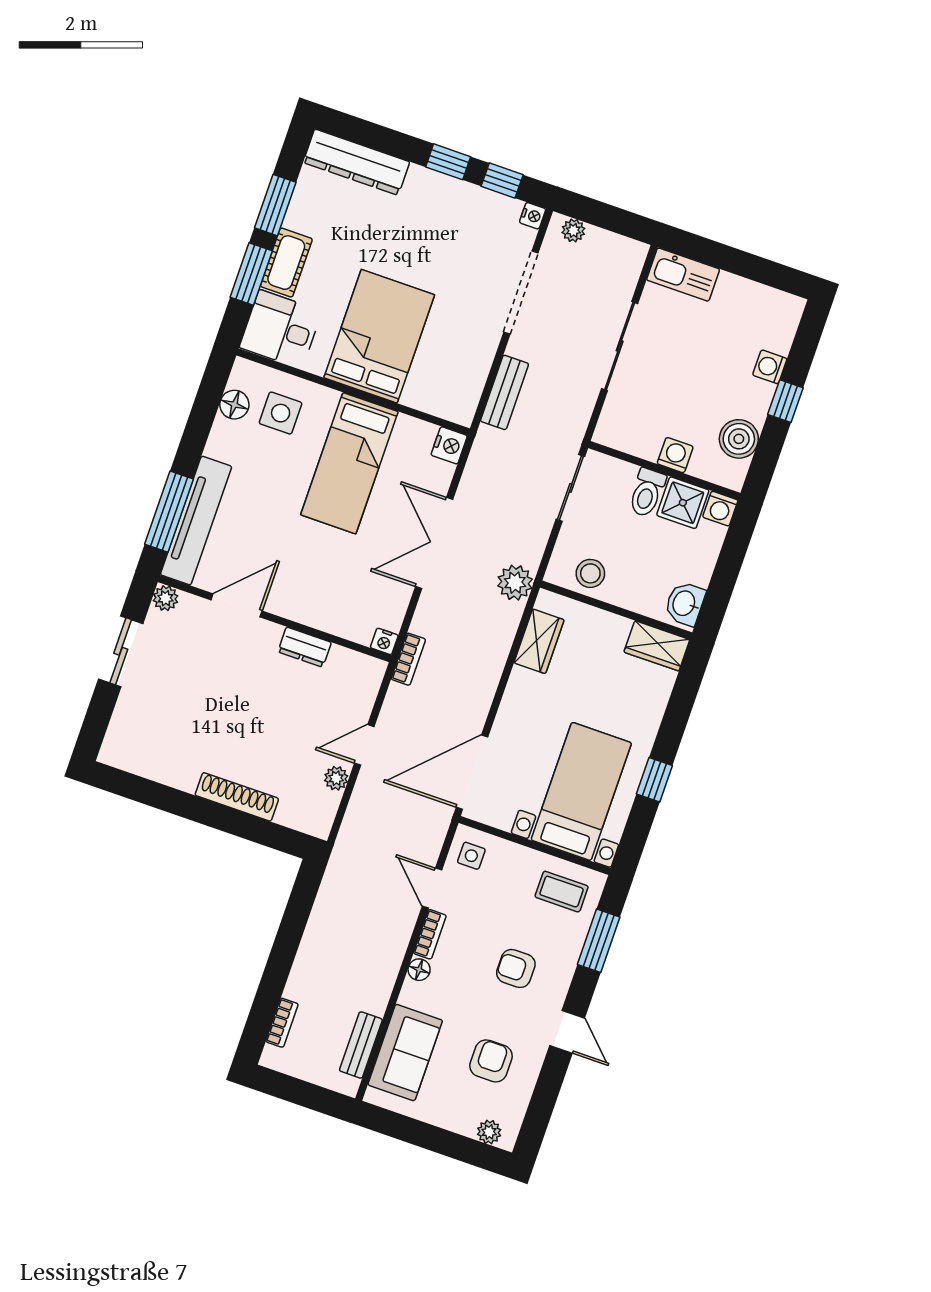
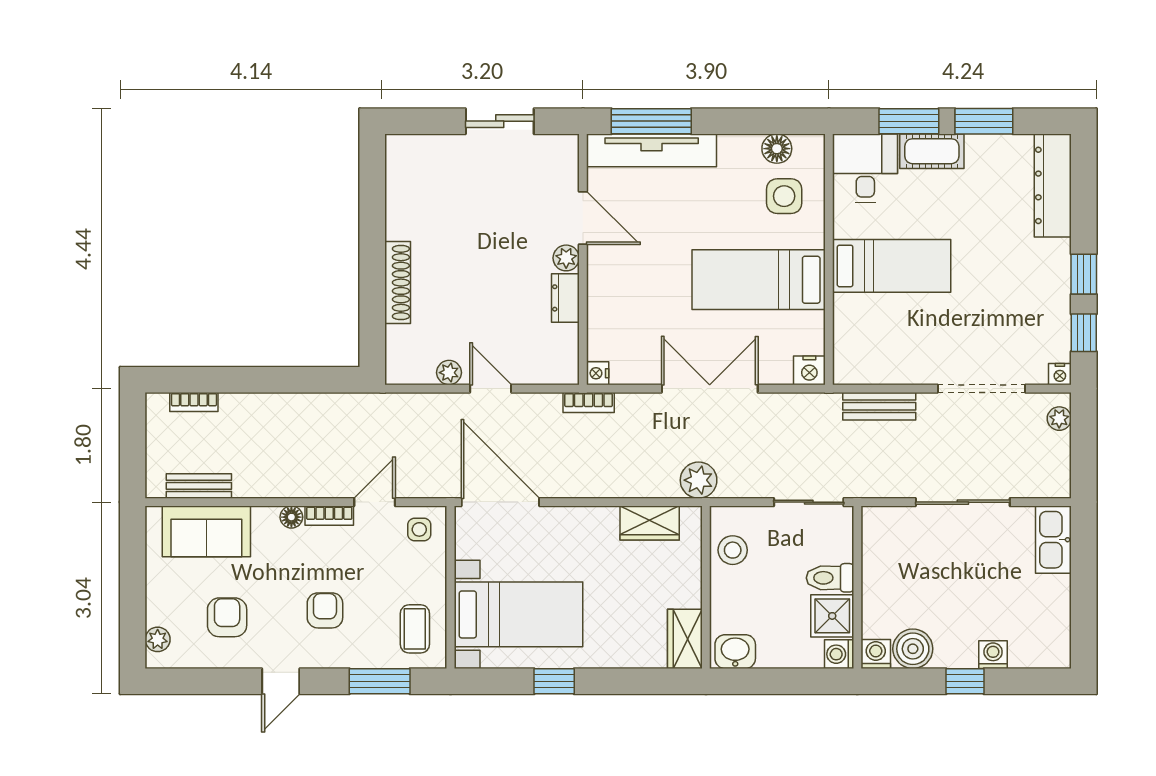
bed: (379, 336) -> (892, 266), width x0.67
washing machine: (675, 455) -> (876, 654), moved, turned -90
plant: (166, 598) -> (566, 258), moved
armchair: (491, 1061) -> (227, 617), turned -90

